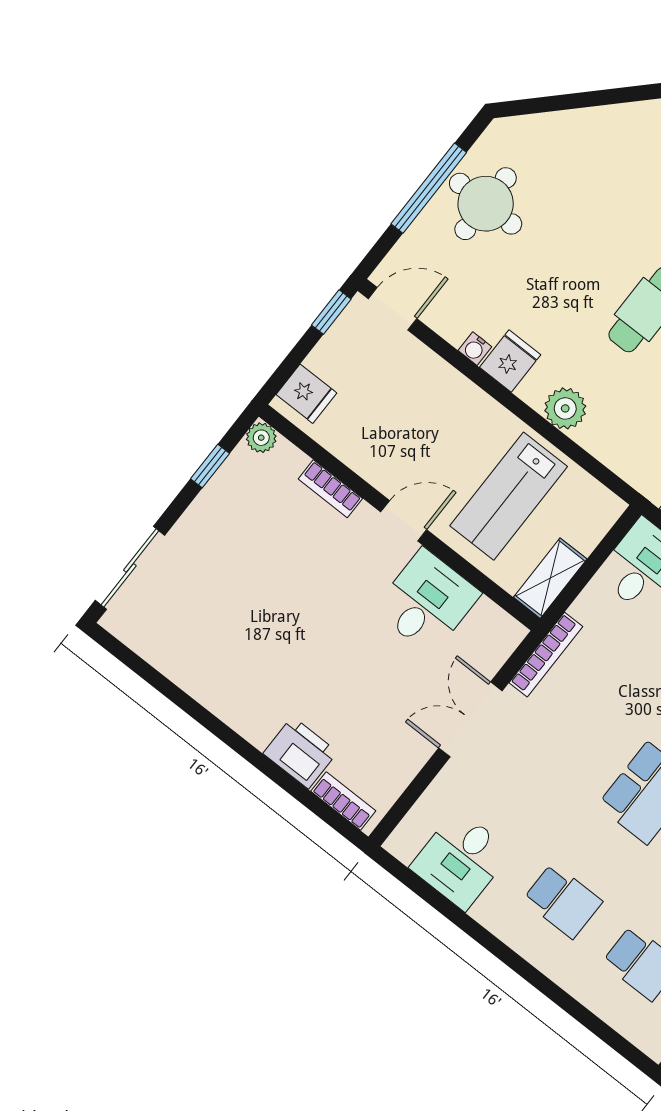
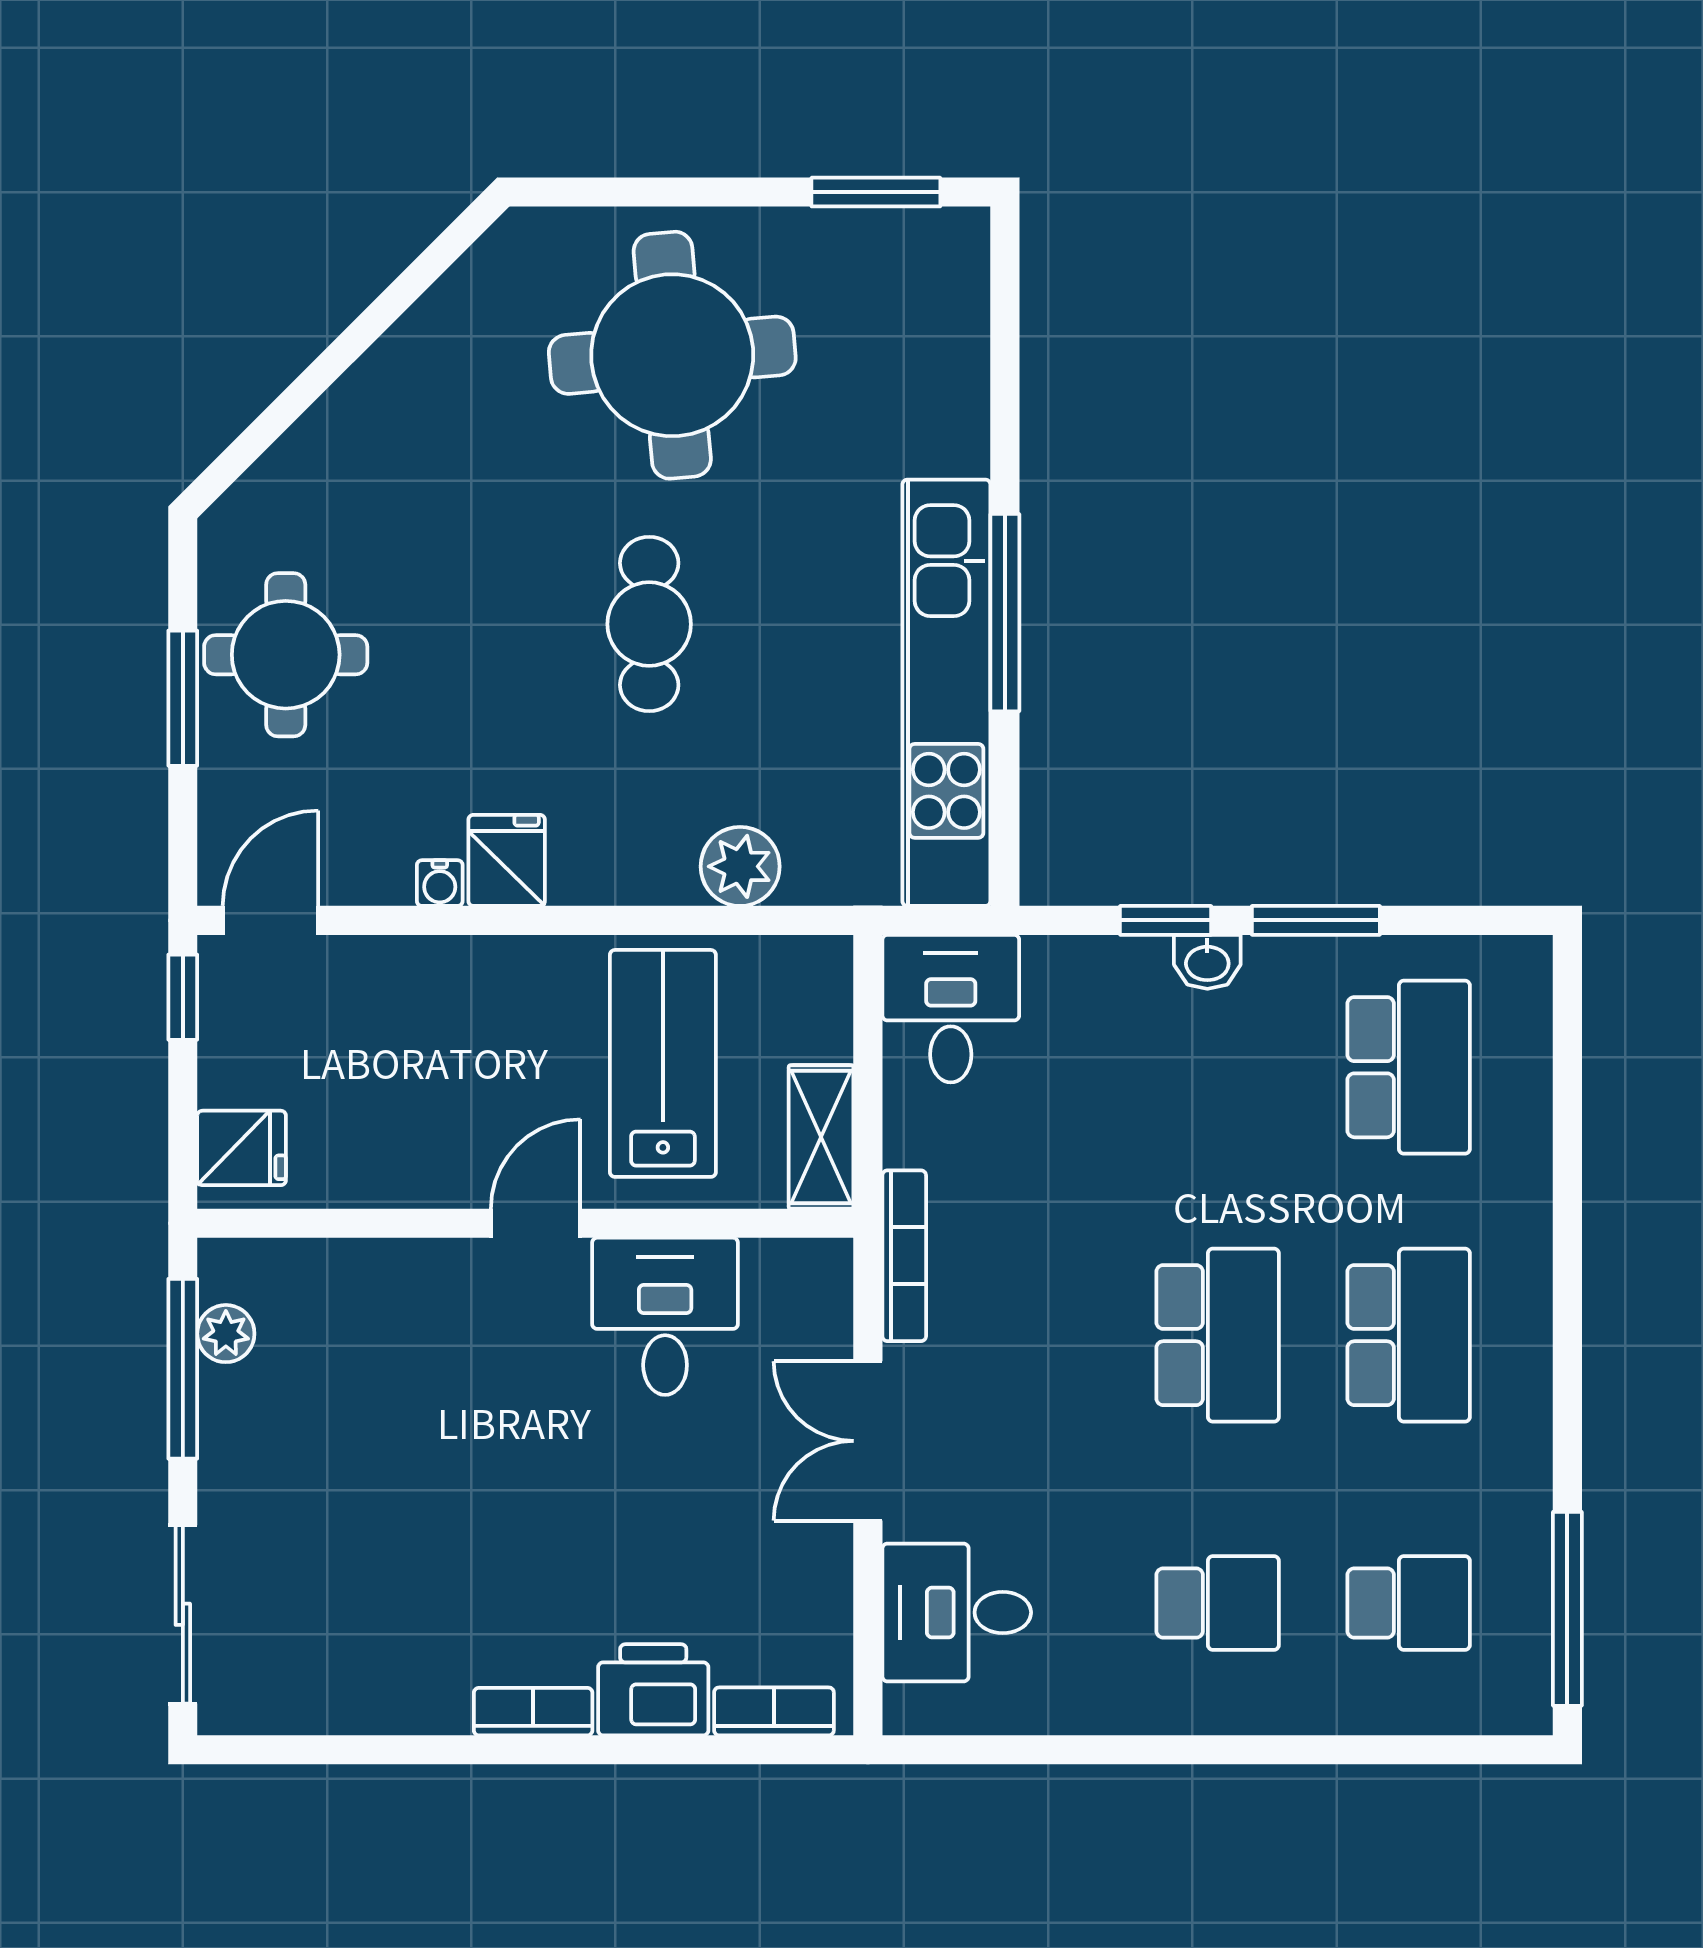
window: (429, 188) -> (183, 698), width x0.69
plant: (565, 408) -> (740, 866), moved
plant: (261, 438) -> (226, 1334), moved
window: (210, 466) -> (183, 1369), width x2.17
bookcase: (330, 489) -> (533, 1712), moved, turned 180
lab bench: (509, 496) -> (663, 1063), turned 180
desk: (461, 860) -> (957, 1612), moved, turned 90

